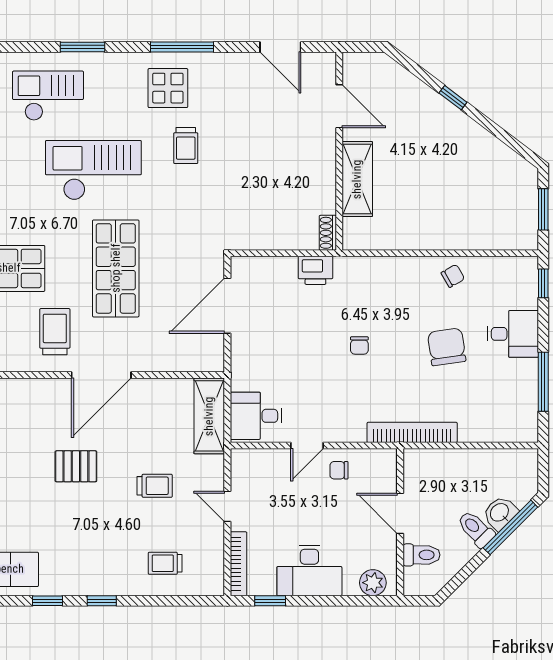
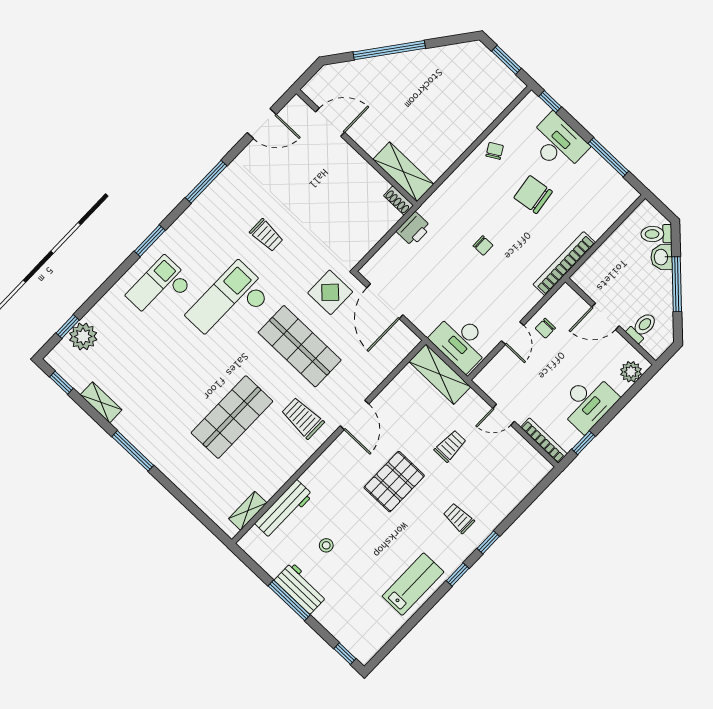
display table: (168, 88) -> (330, 292), moved
window: (453, 98) -> (389, 50), width x3.17
shelving: (357, 179) -> (403, 172), moved
desk: (513, 334) -> (558, 143), width x1.37
door: (101, 375) -> (355, 415), width x0.73
desk: (256, 416) -> (461, 342), width x1.37
pallet: (76, 466) -> (394, 482), width x1.50, depth x1.42
window: (510, 527) -> (677, 284), moved
toilet: (476, 529) -> (656, 234), moved
trolley: (165, 563) -> (459, 518), moved, turned 90

